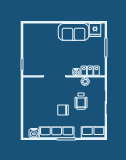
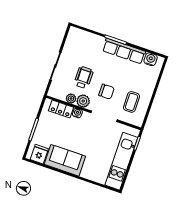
kitchen unit: (29, 46) -> (121, 161), added
plant: (75, 83) -> (83, 101), added
coffee table: (37, 95) -> (132, 102), added
chair: (63, 110) -> (106, 92), moved
row of seats: (93, 132) -> (82, 37), removed

